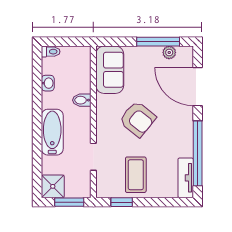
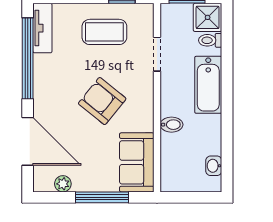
window: (158, 42) -> (102, 197), moved
toilet: (51, 52) -> (210, 40), moved
washbasin: (48, 83) -> (214, 166), moved
coffee table: (136, 175) -> (104, 32), turned 90

